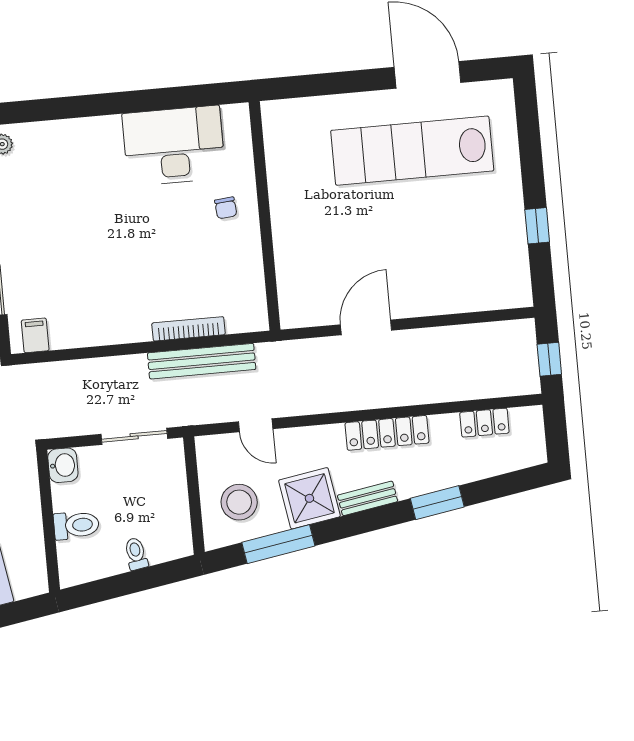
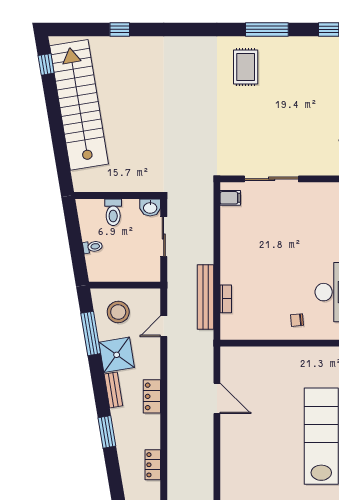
bookcase: (188, 329) -> (226, 299), width x0.64
locker: (387, 433) -> (152, 396), width x0.66
sliding door: (134, 436) -> (164, 237), moved

